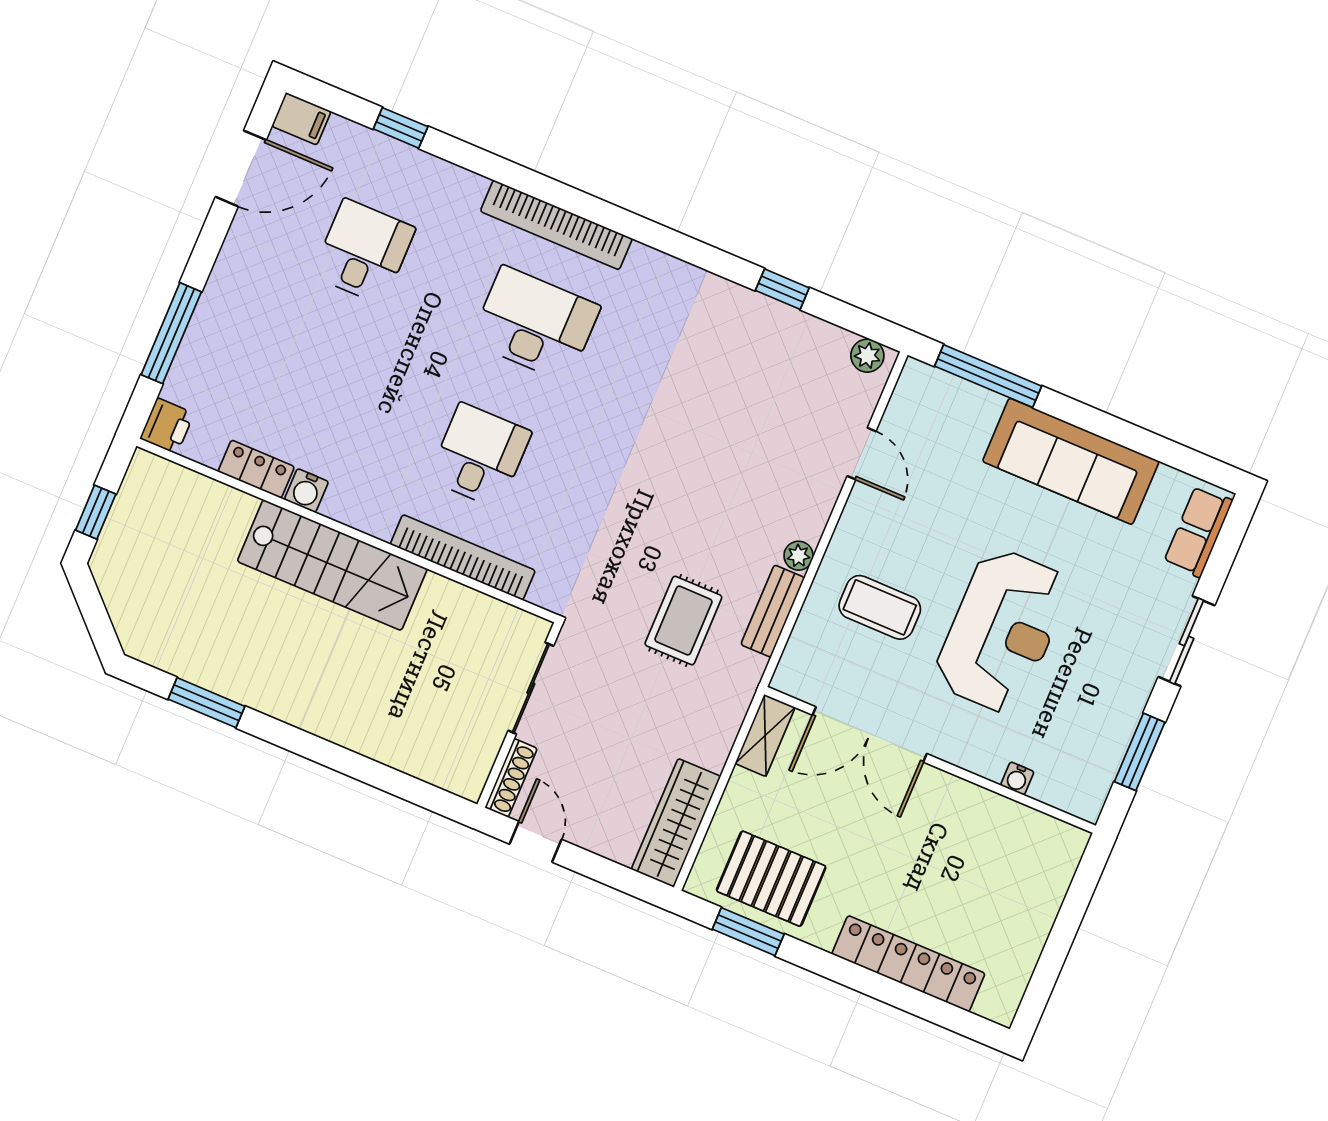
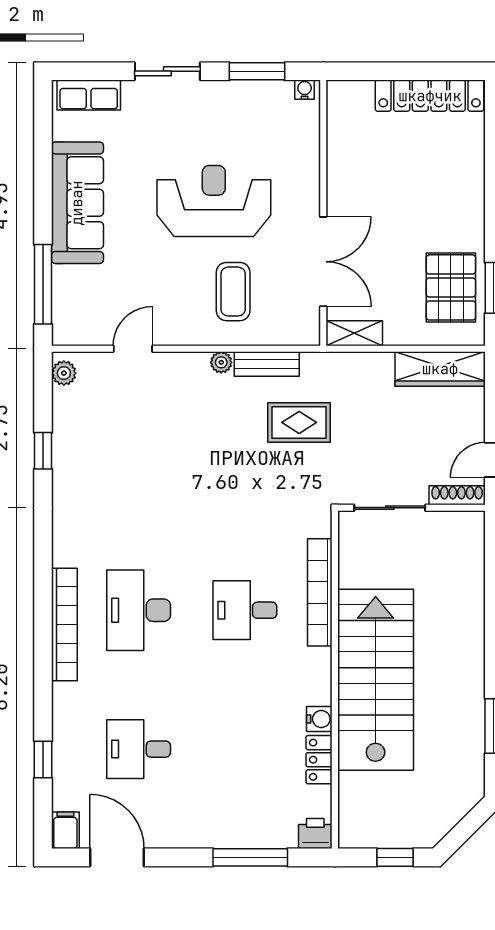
stairs: (332, 565) -> (376, 680), width x1.36, depth x1.51
water cooler: (1017, 778) -> (305, 90), moved, turned -90
locker: (908, 964) -> (430, 96), moved, turned -90

